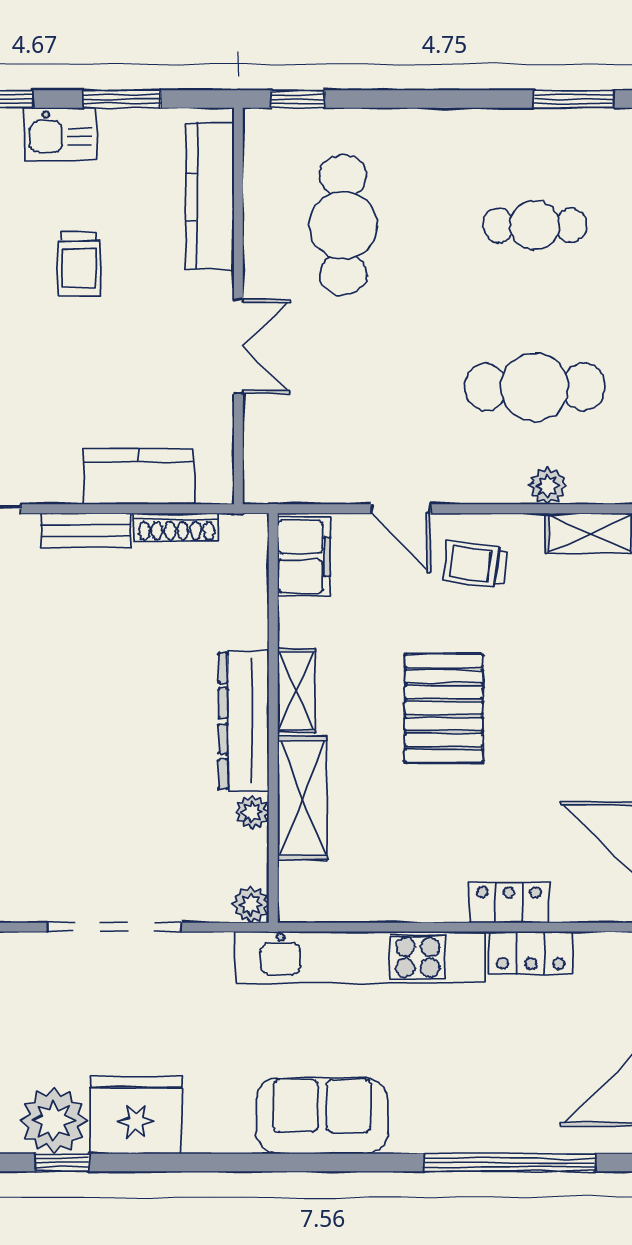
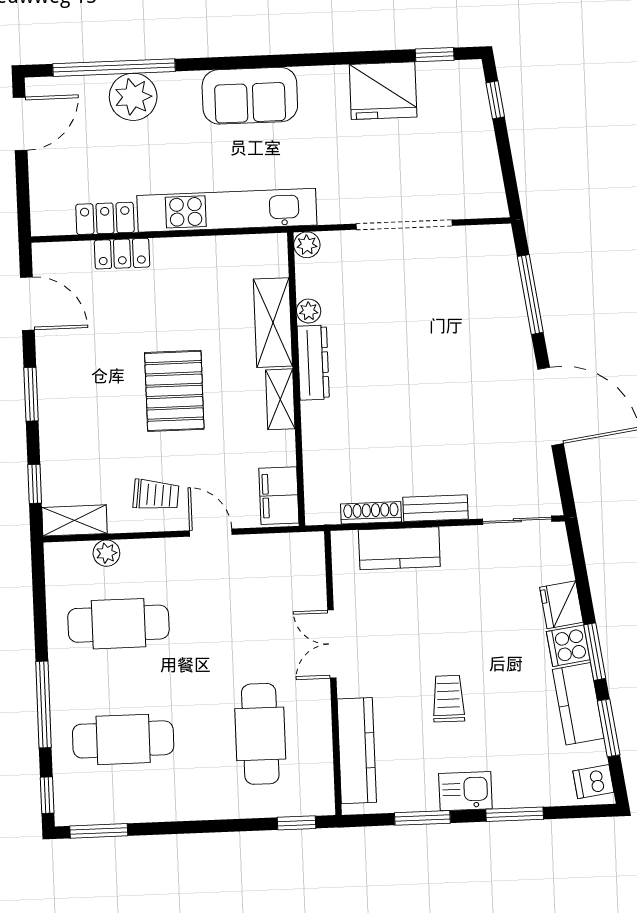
cafe table: (535, 225) -> (123, 739), width x1.37, depth x1.35
dresser: (244, 721) -> (313, 363), width x0.73, depth x0.80
plant: (54, 1121) -> (133, 97), moved

